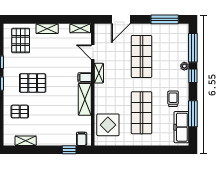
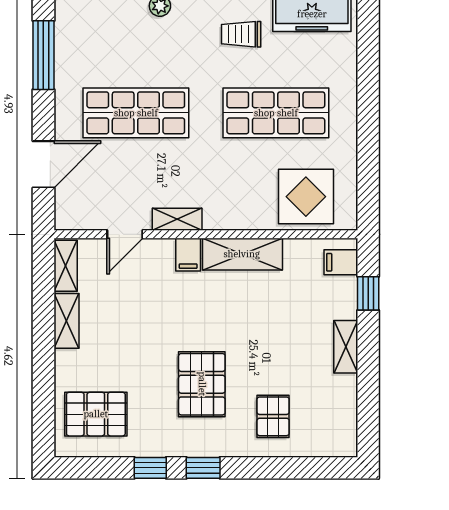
door: (121, 19) -> (43, 164), hinge flipped
shelving: (47, 29) -> (66, 321), moved
shelving: (26, 141) -> (346, 347), moved

